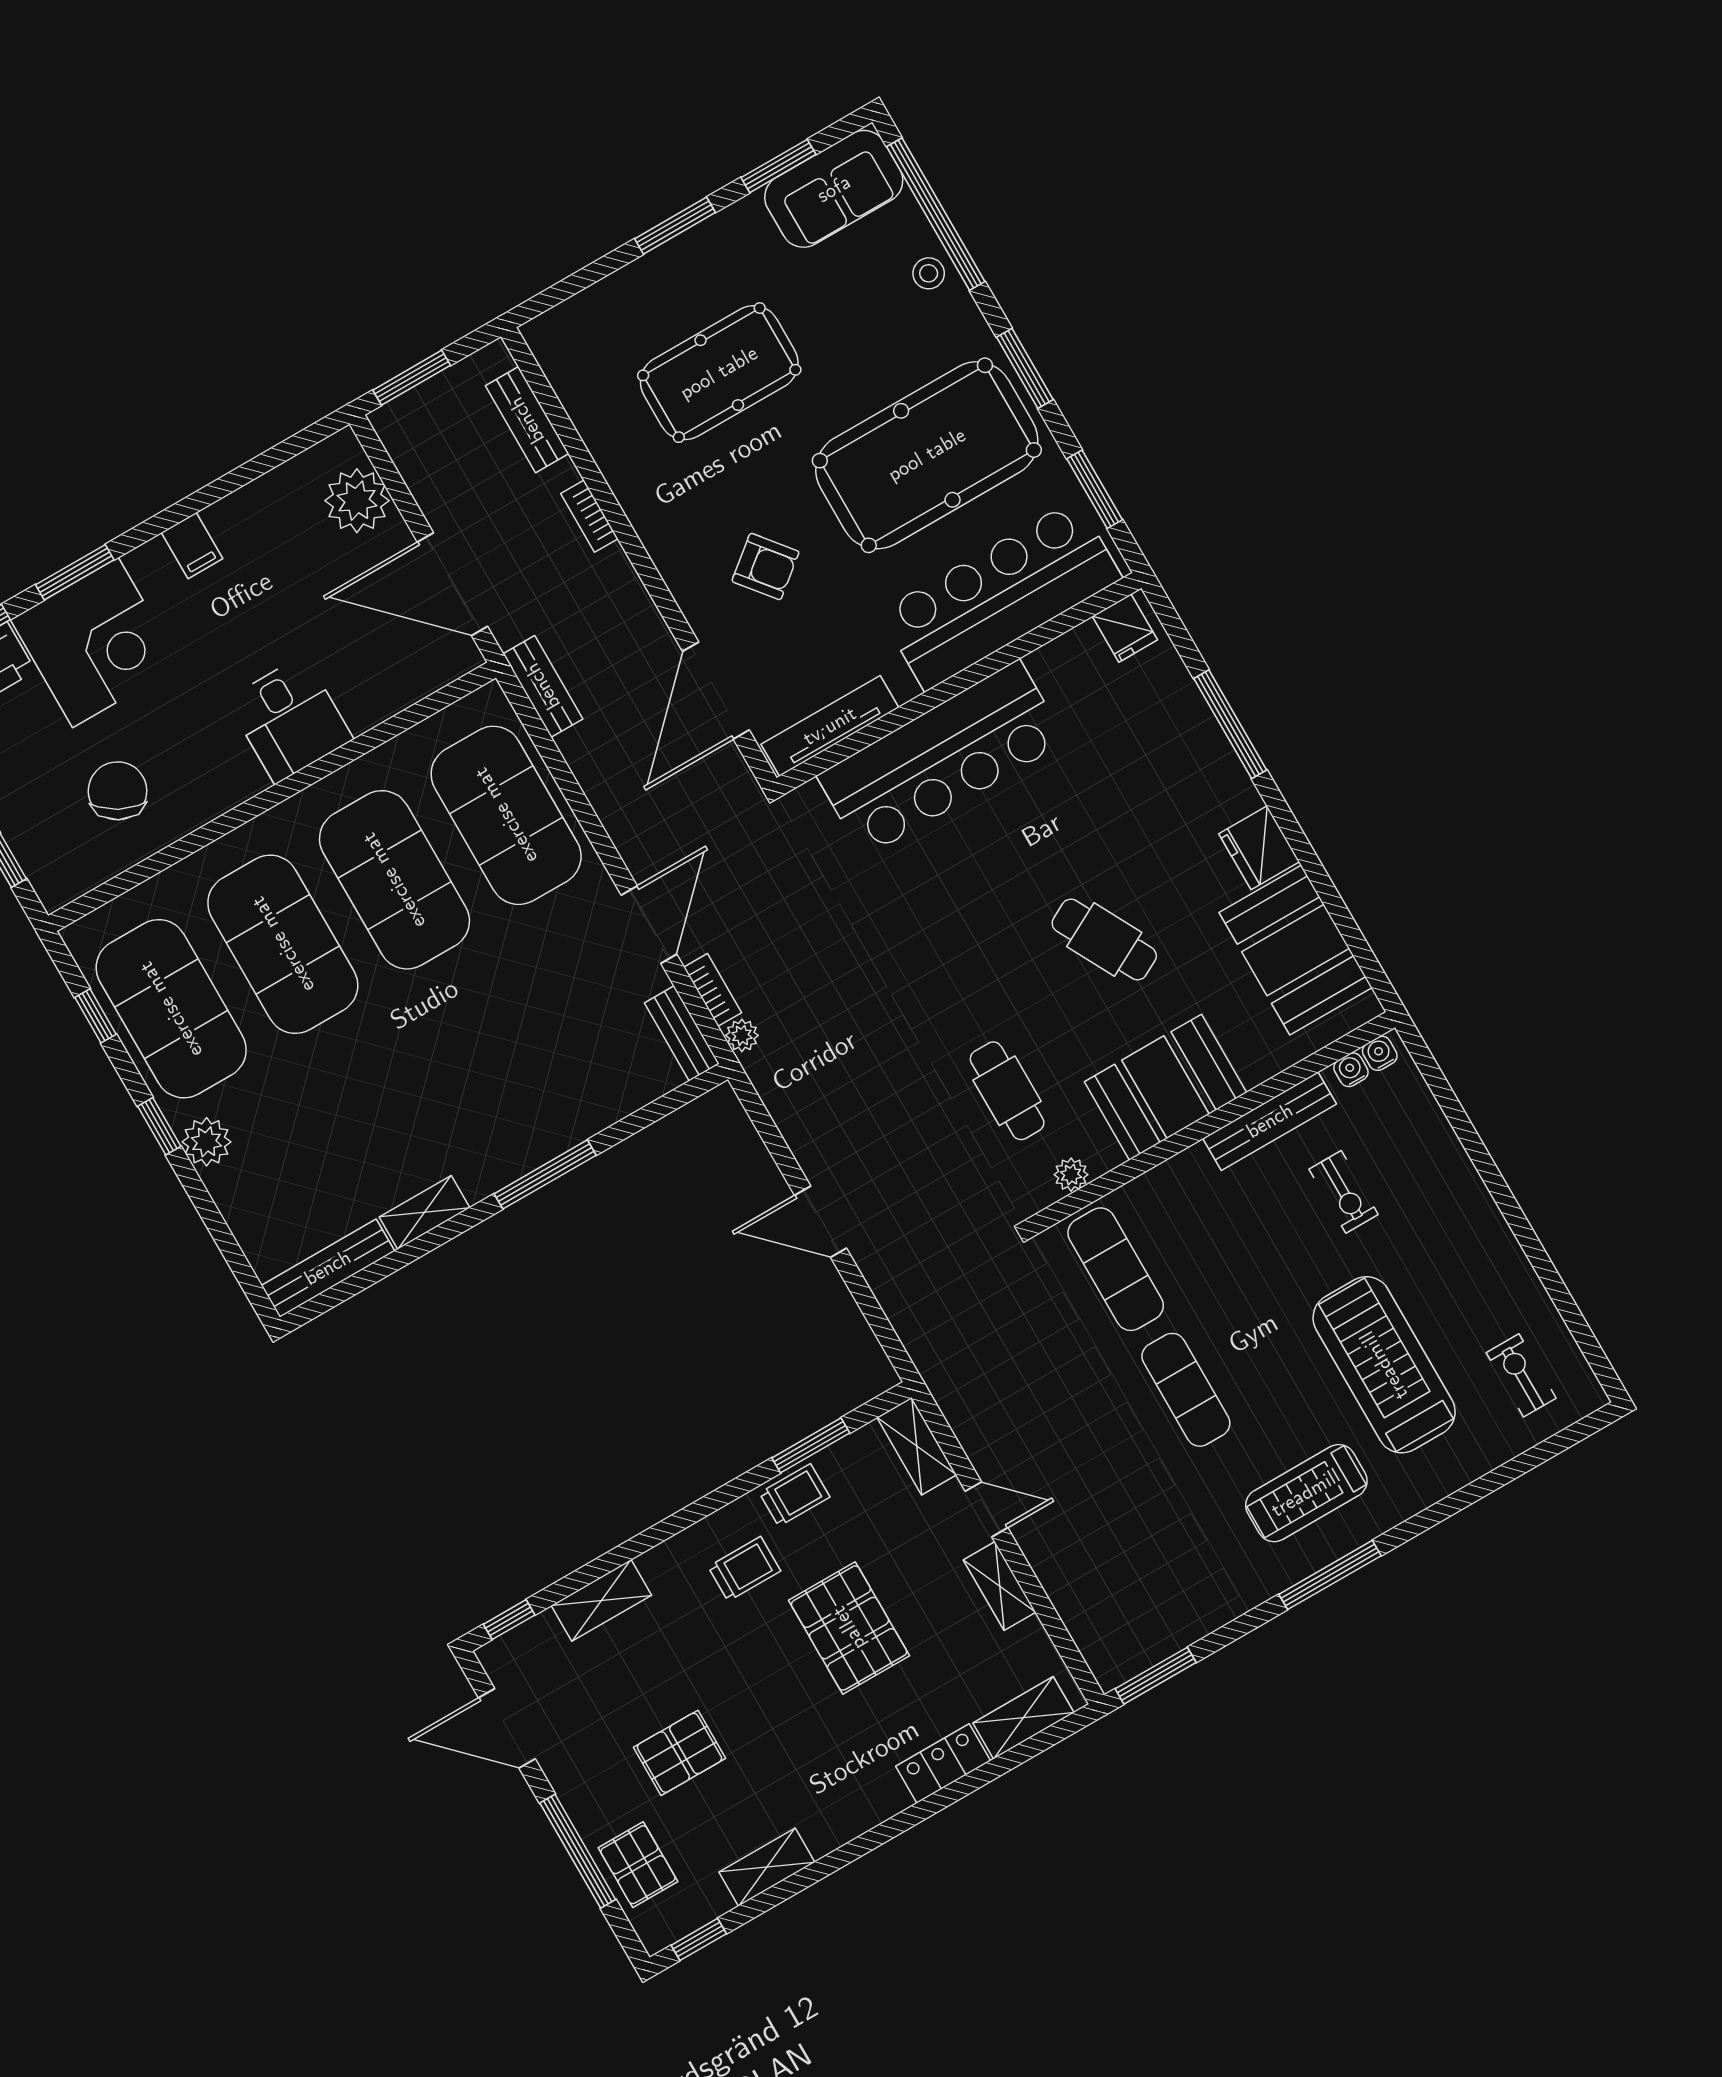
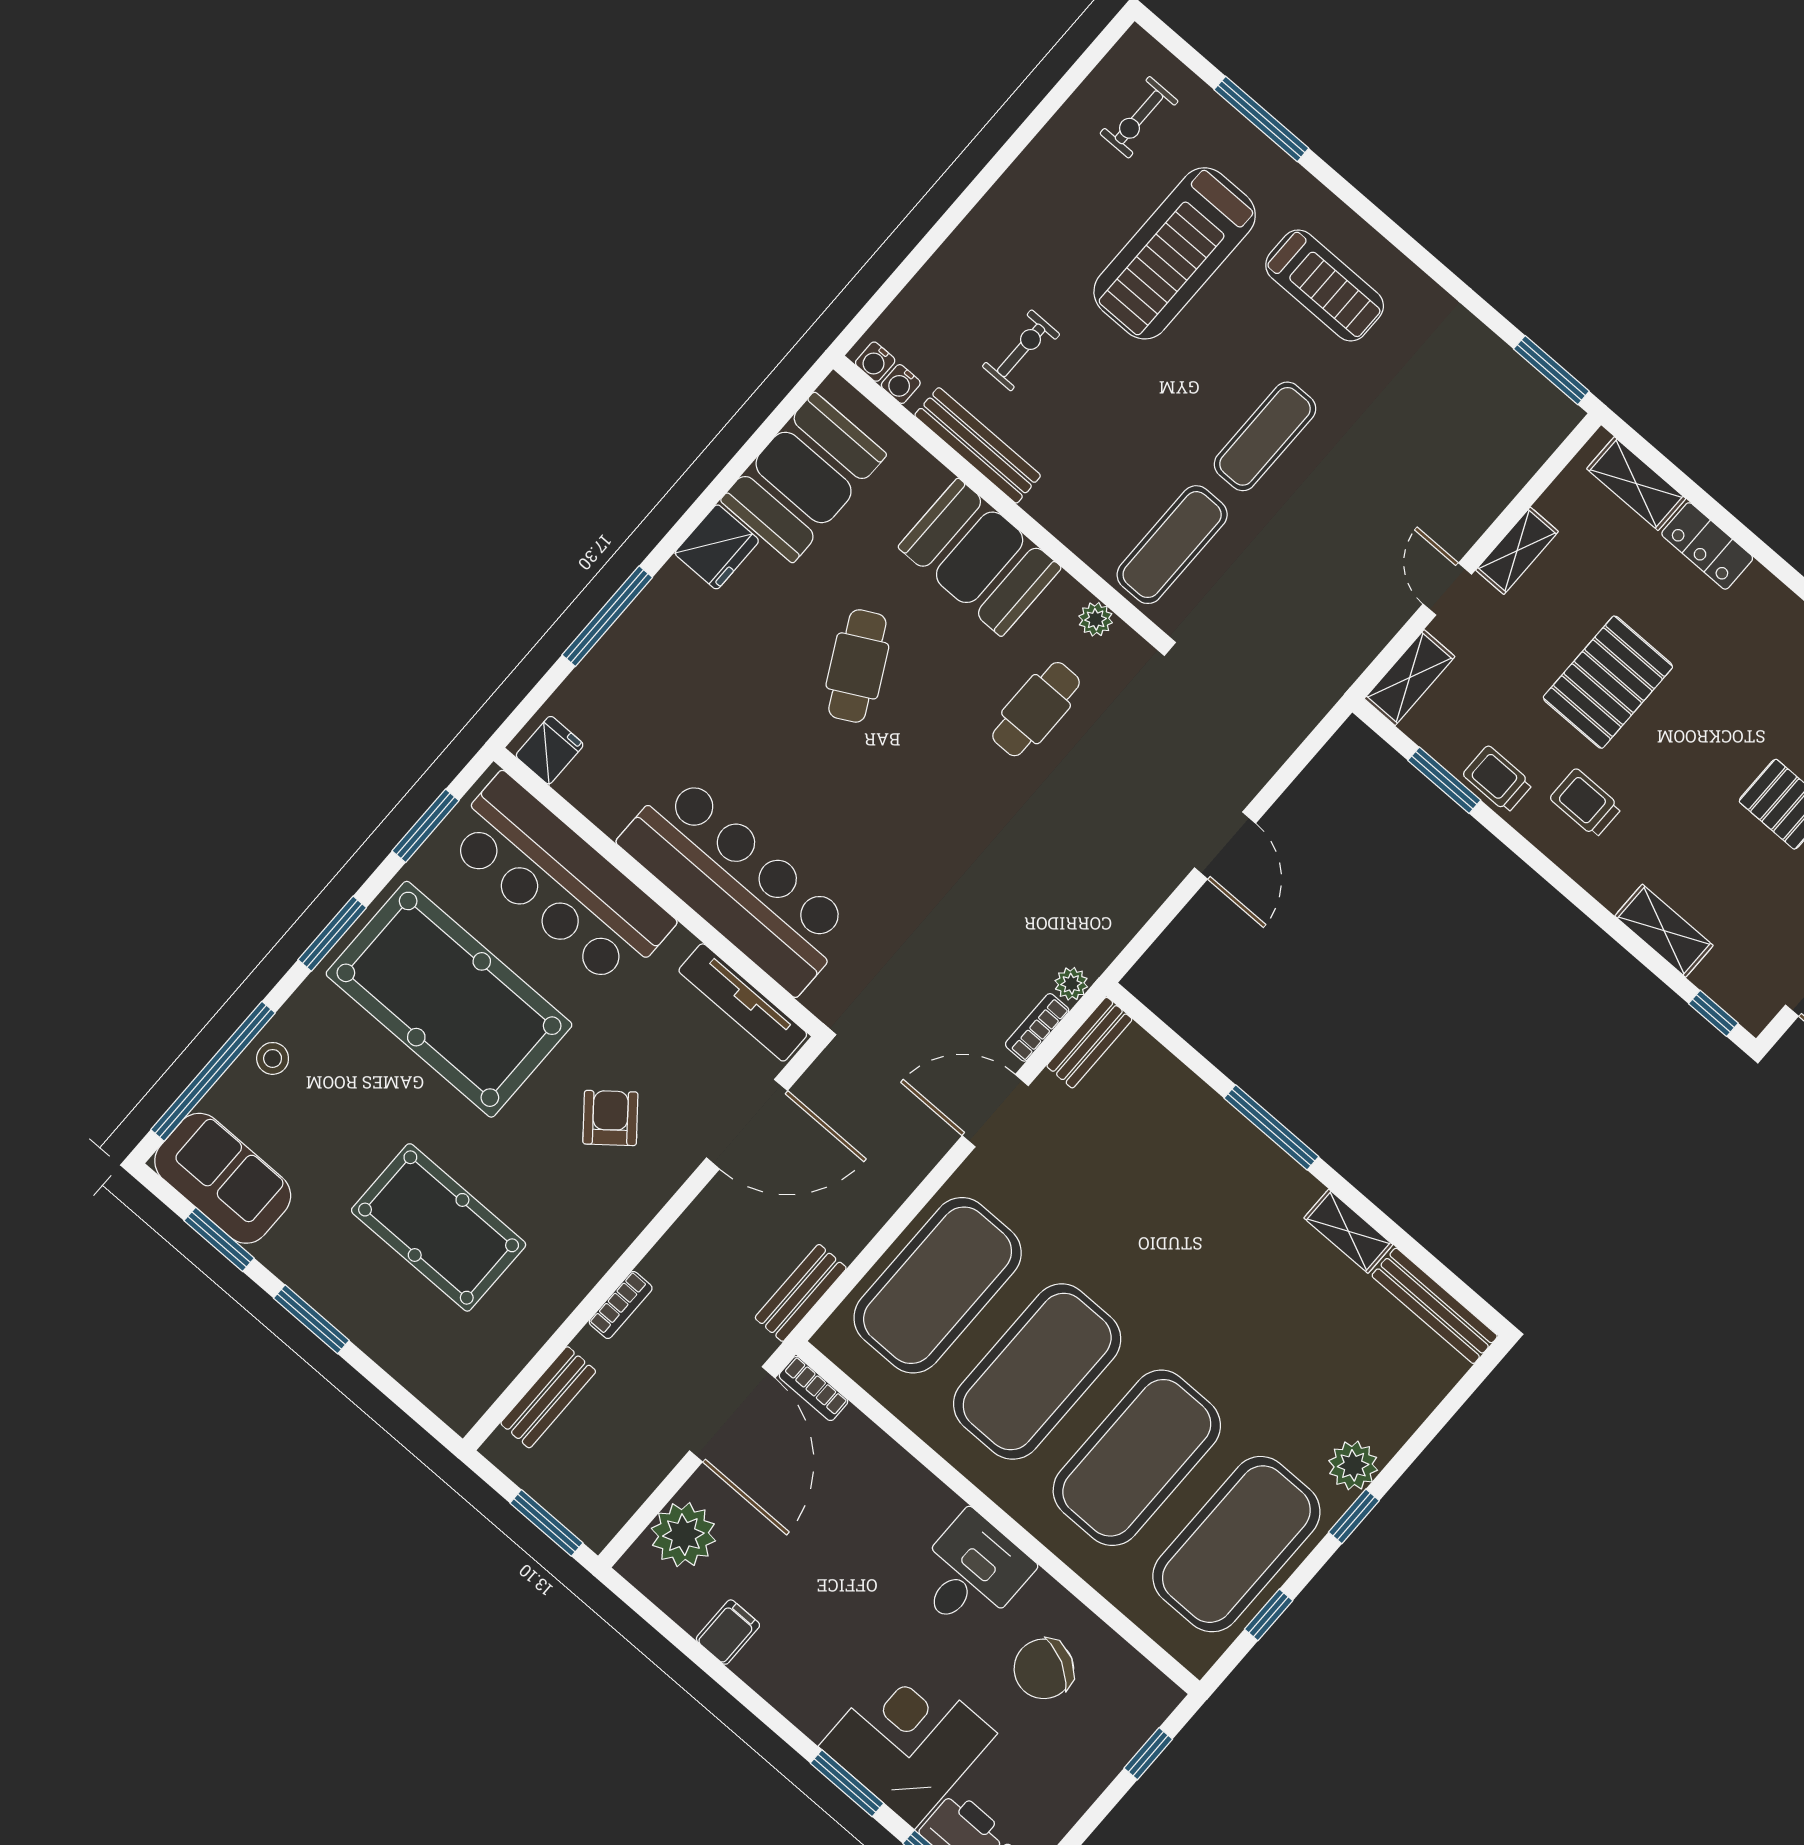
filing cabinet: (192, 546) -> (728, 1632), moved
bookcase: (450, 668) -> (813, 1388), added
desk: (290, 719) -> (971, 1573), moved
window: (1330, 1575) -> (1261, 119), moved

